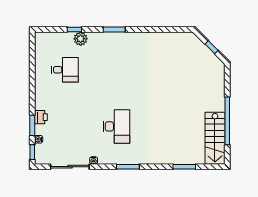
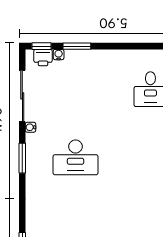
printer: (41, 117) -> (43, 58), moved
window: (128, 167) -> (22, 158), moved

